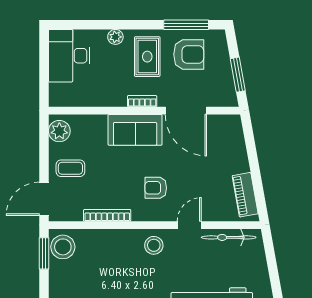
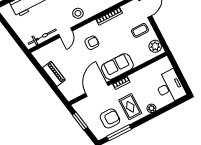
armchair: (189, 54) -> (110, 118), turned 180
door: (186, 111) -> (97, 89), hinge flipped
piano: (245, 195) -> (54, 74), moved

